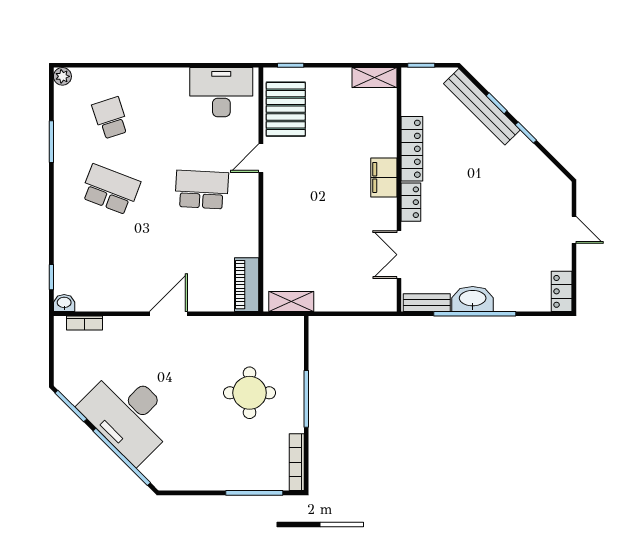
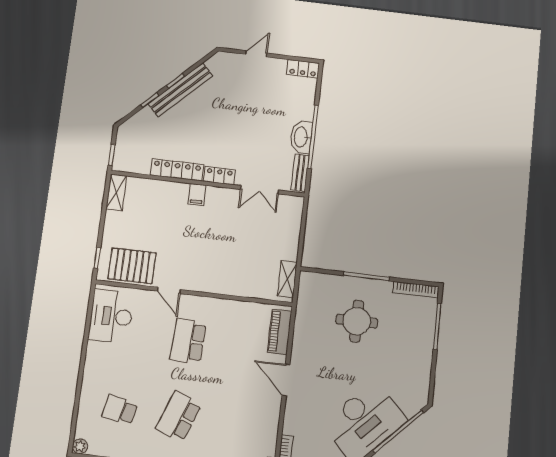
bench: (482, 107) -> (180, 90), moved
school desk: (110, 118) -> (120, 410), turned 30
filing cabinet: (384, 177) -> (197, 194), width x0.50
piano: (247, 285) -> (280, 332), moved, turned 90

